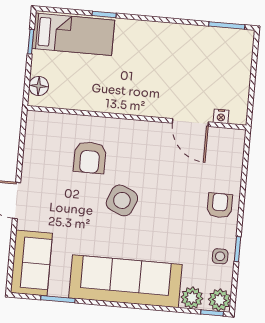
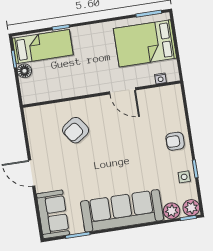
bed: (212, 64) -> (145, 43), added
floor lamp: (39, 86) -> (24, 71), moved
door: (190, 123) -> (123, 91), moved
armchair: (90, 157) -> (76, 130), turned 55
side table: (122, 200) -> (106, 155), removed
armchair: (220, 205) -> (175, 141), turned -90

